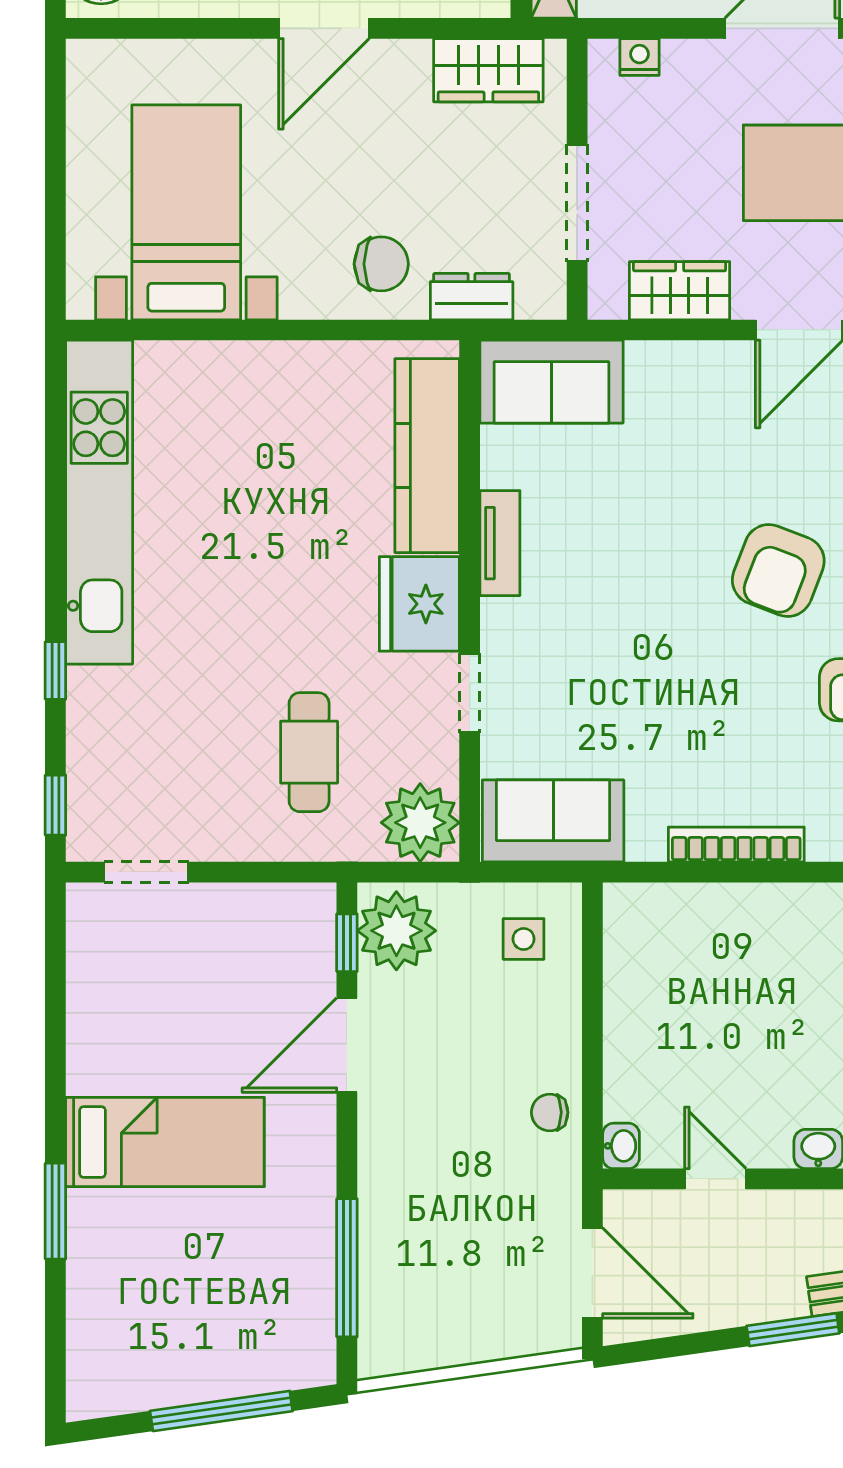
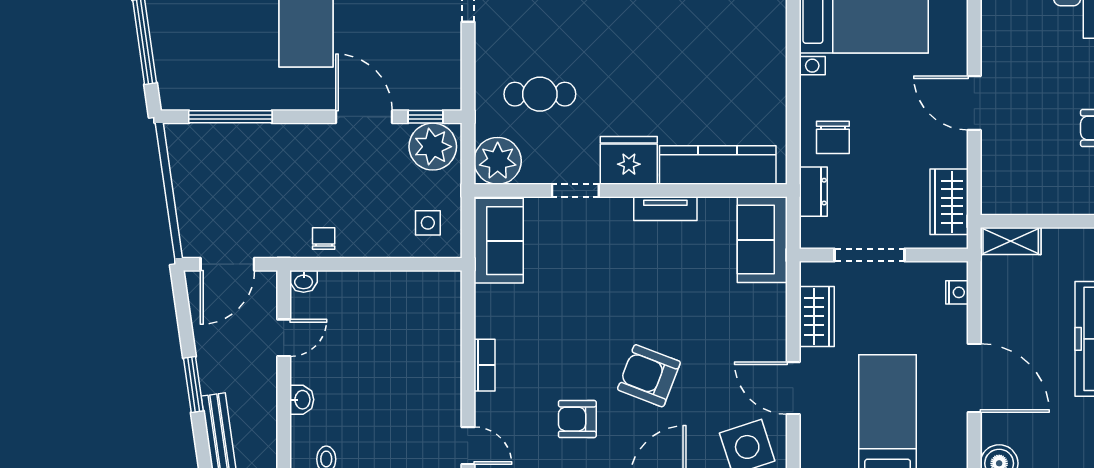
bookcase: (736, 844) -> (485, 365), width x0.64

